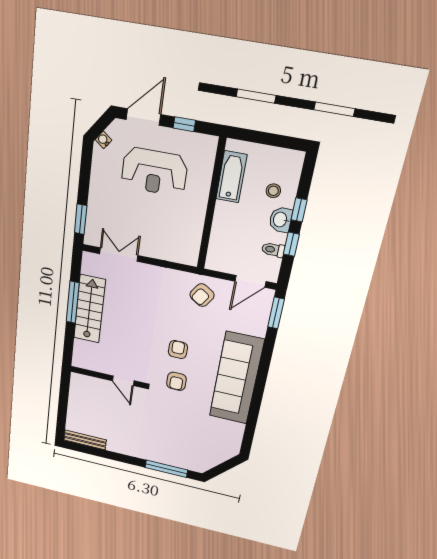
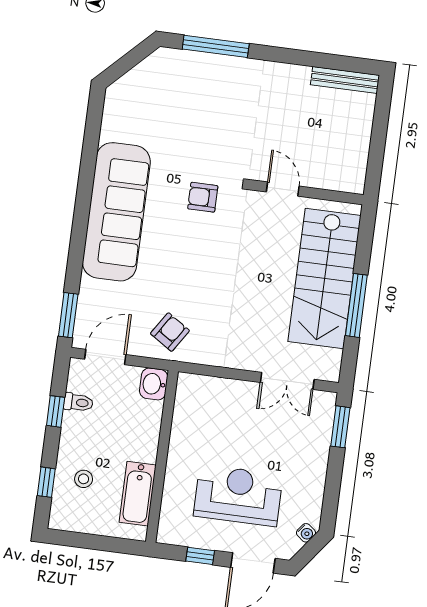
window: (299, 210) -> (46, 482), moved
washbasin: (281, 220) -> (154, 384), moved, turned 180
stairs: (90, 309) -> (324, 278), width x1.36, depth x1.51
armchair: (178, 350) -> (202, 247), removed
armchair: (176, 381) -> (203, 197), turned -90

